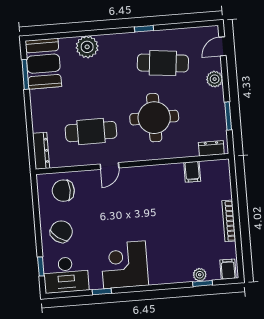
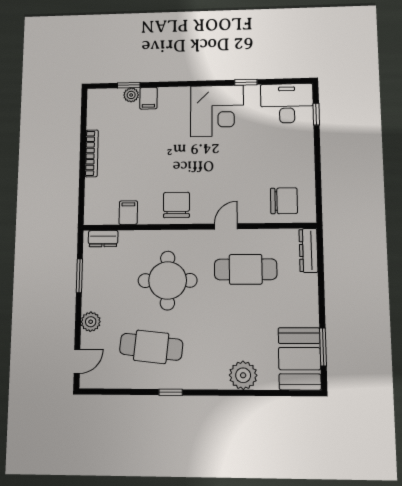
chair: (61, 232) -> (176, 205), moved, turned 144
filing cabinet: (228, 269) -> (148, 98), moved

